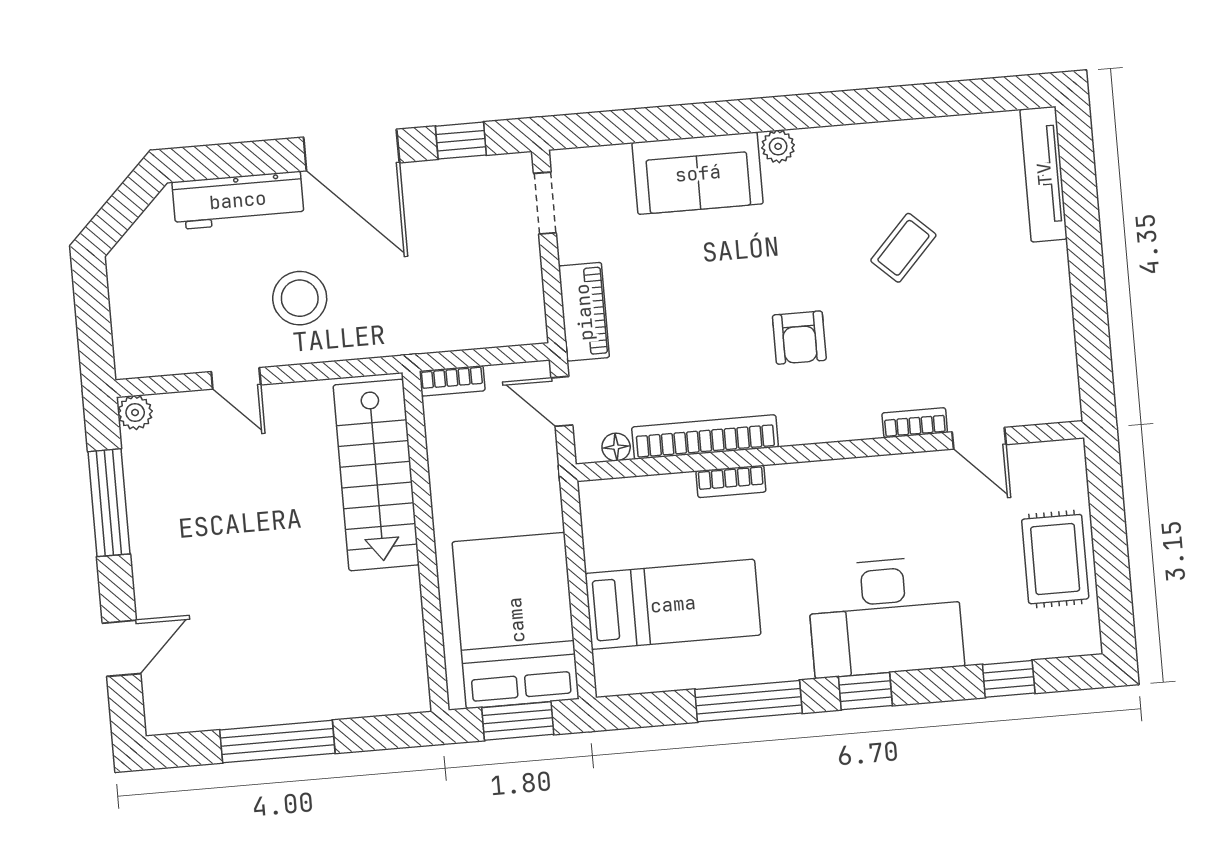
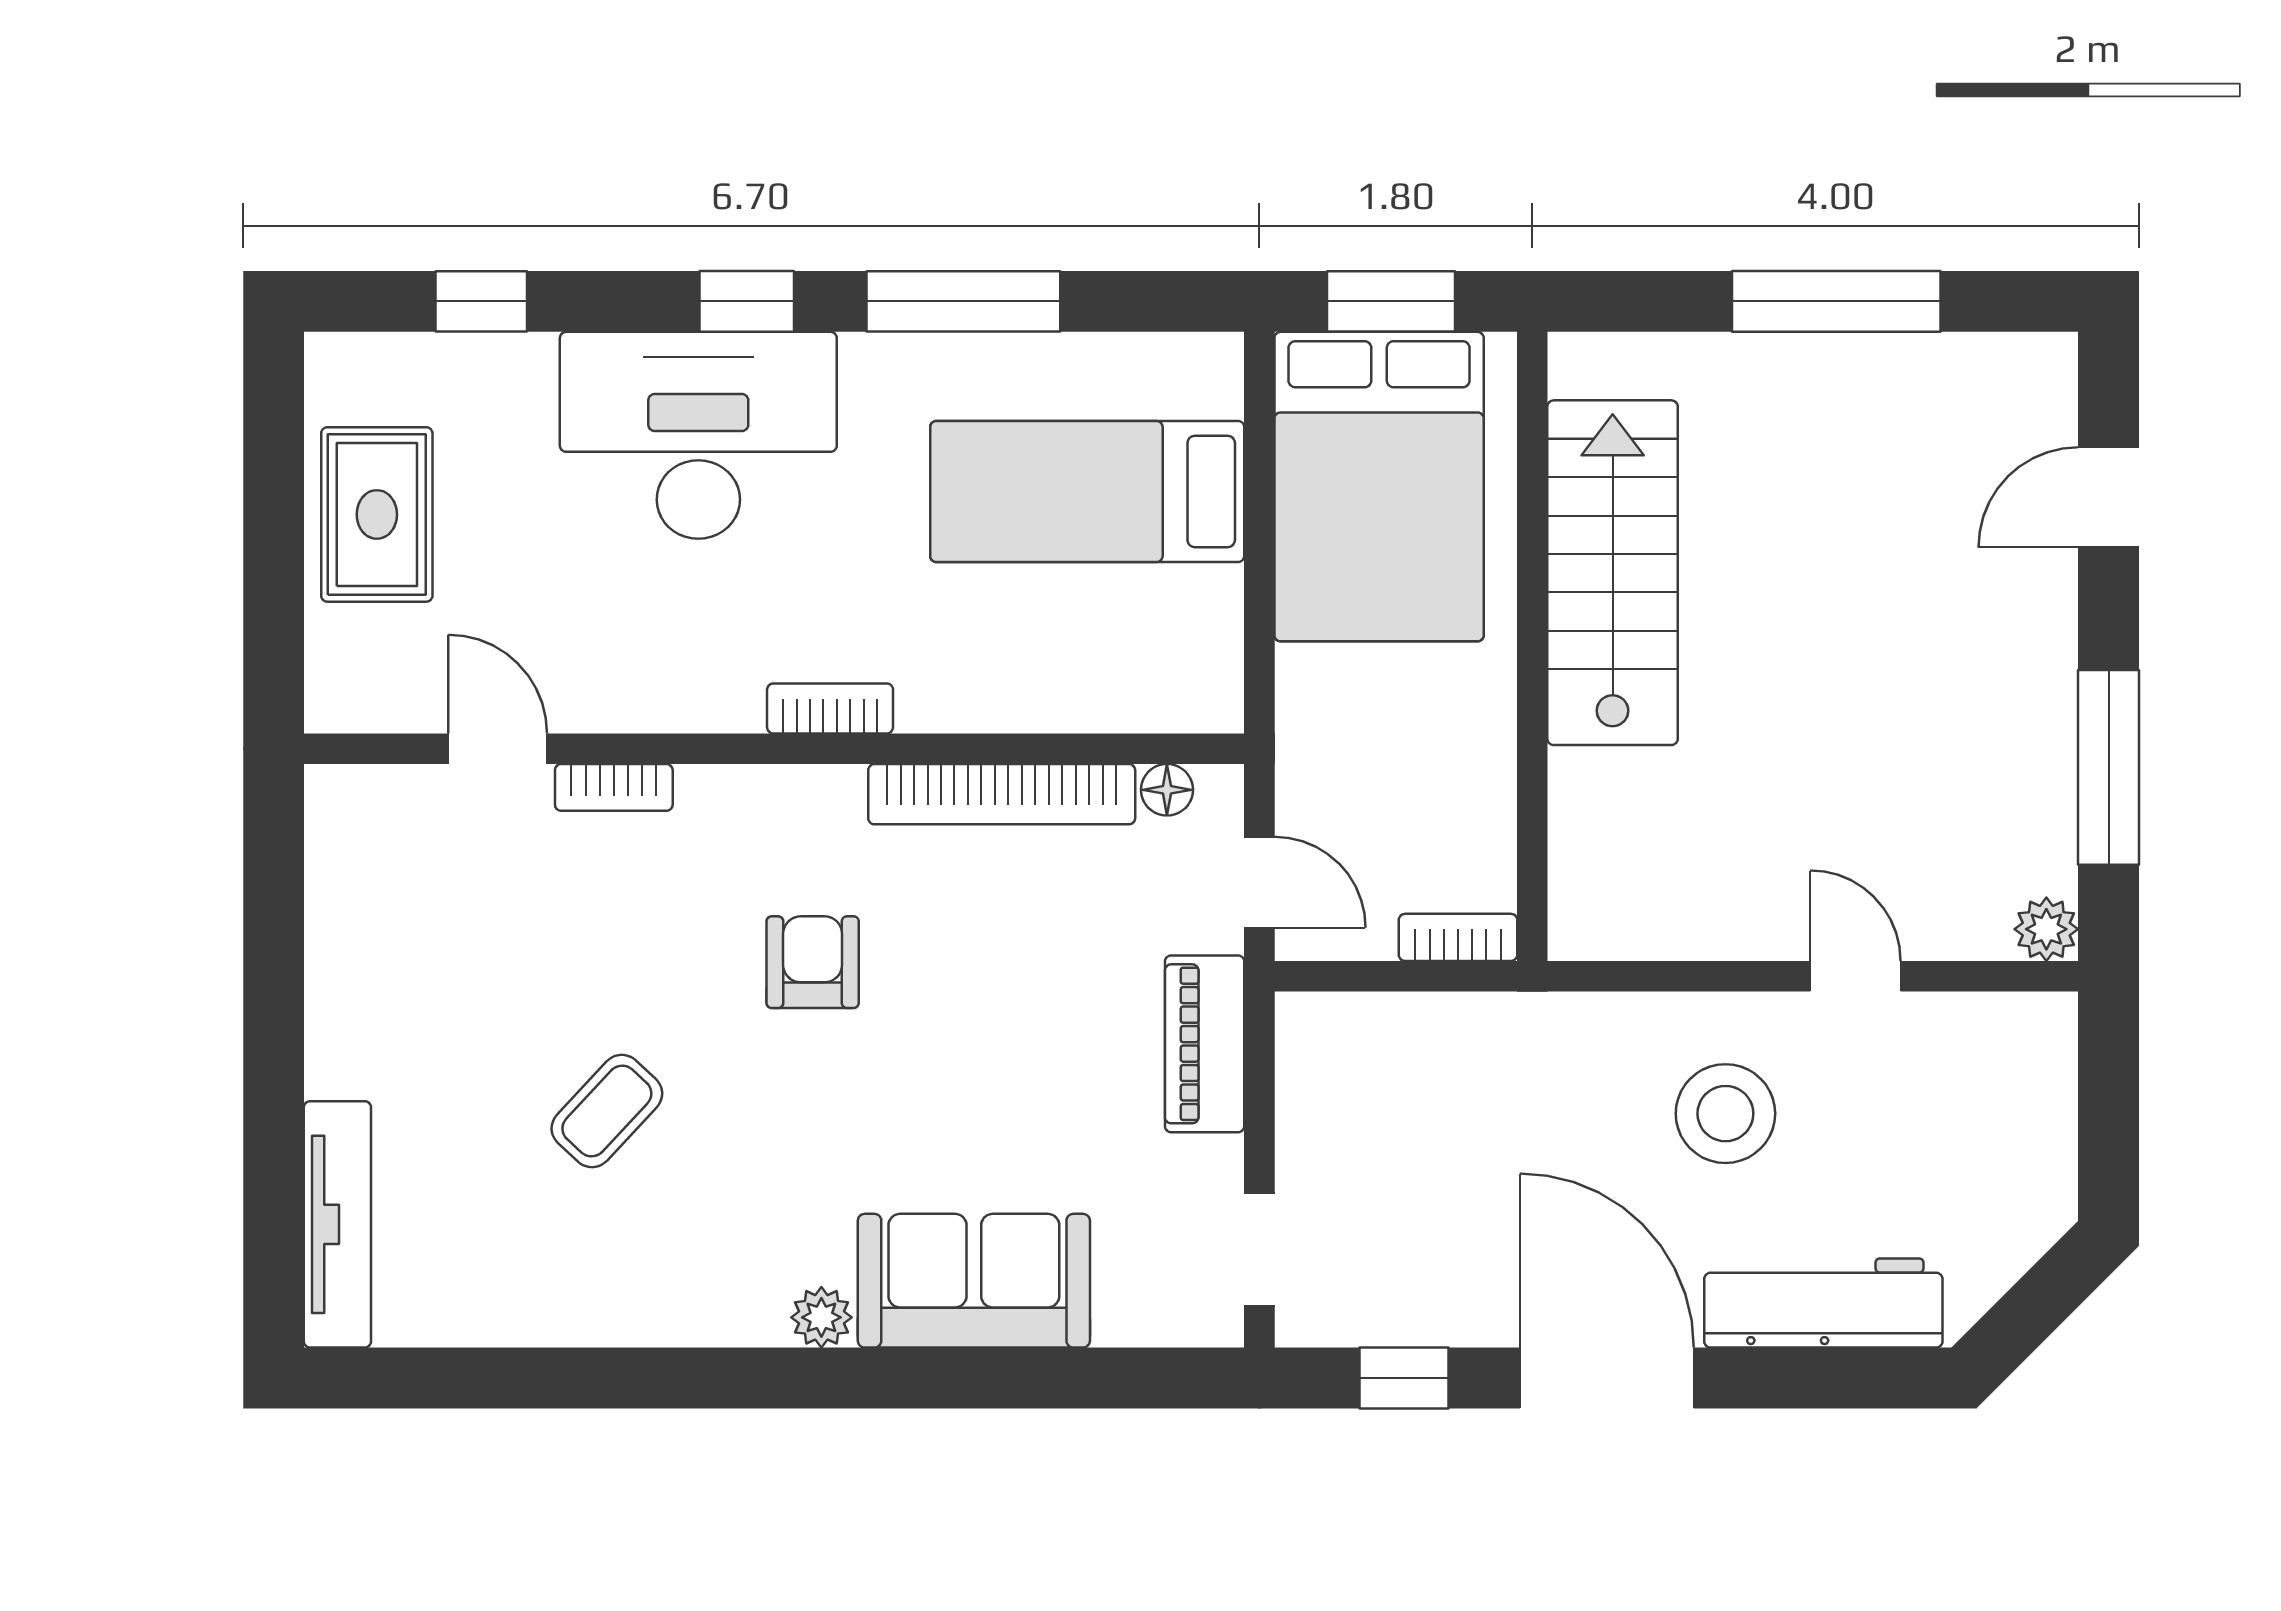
stairs: (376, 475) -> (1613, 573), moved
bookcase: (731, 481) -> (830, 708), moved

